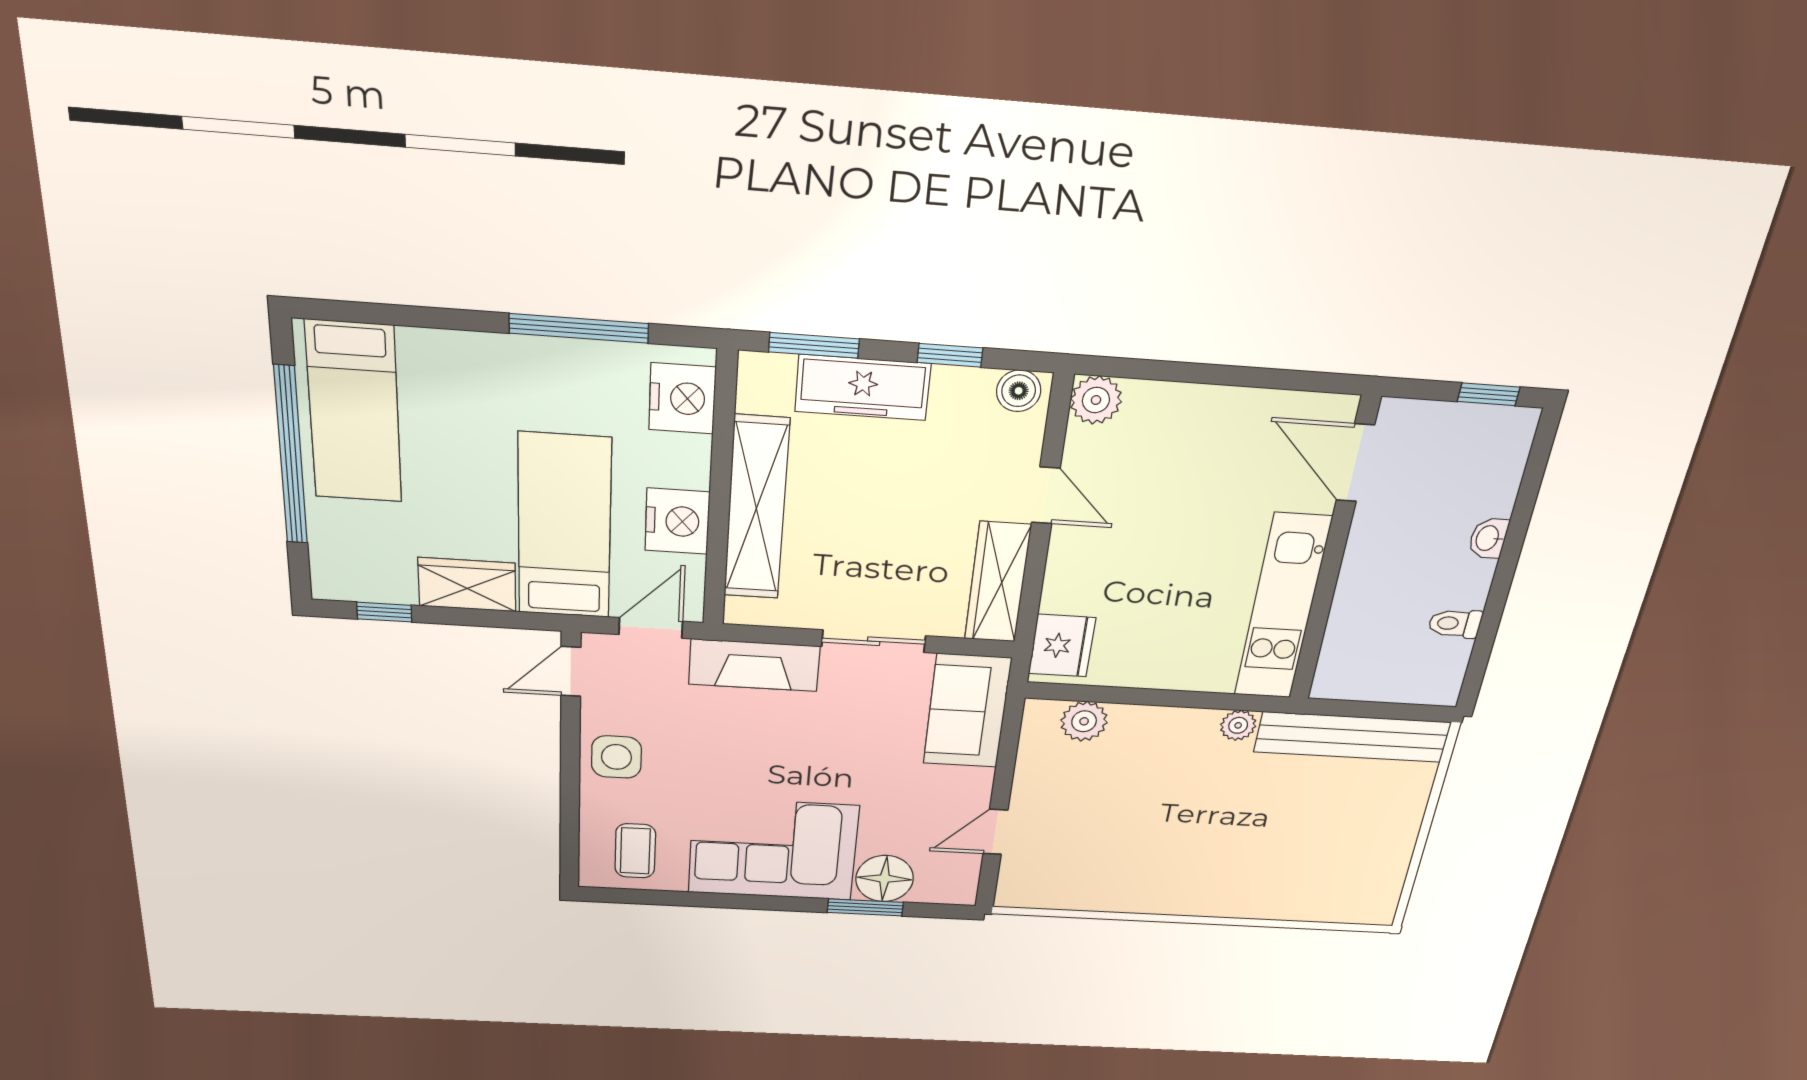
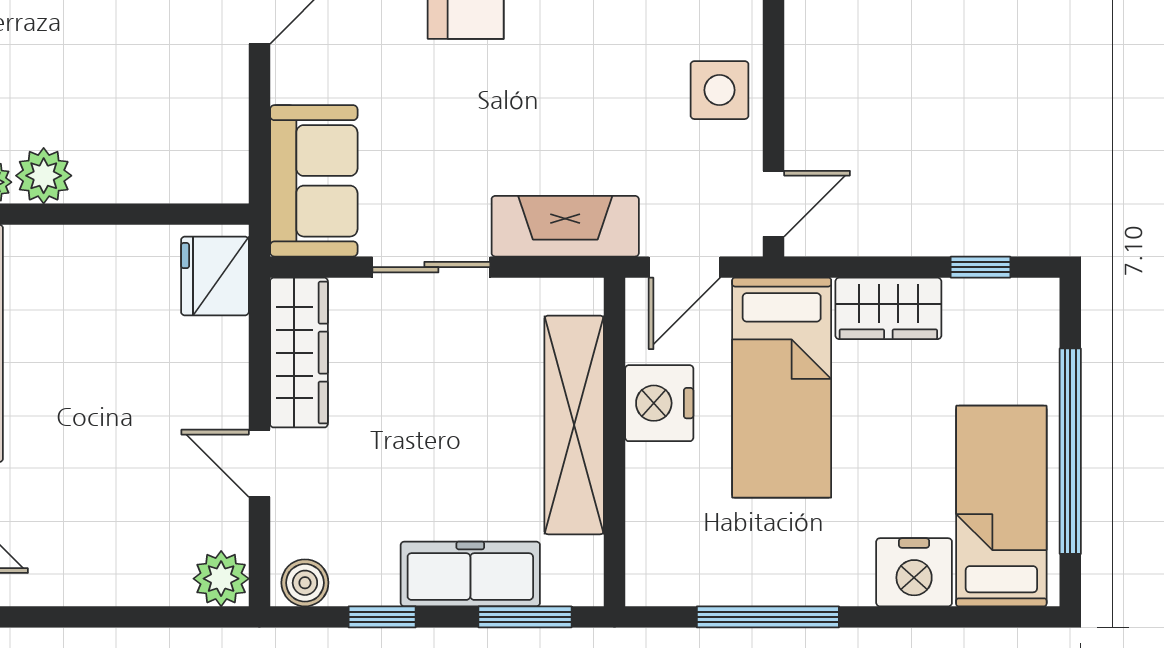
nightstand: (682, 398) -> (914, 572), moved, turned -90
plant: (1084, 721) -> (44, 176), moved

